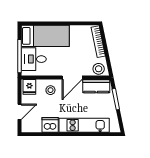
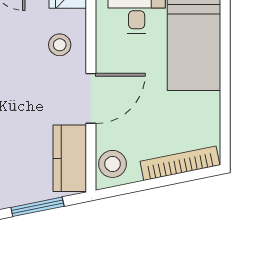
door: (72, 78) -> (91, 98), swing flipped

